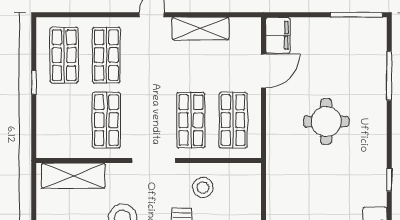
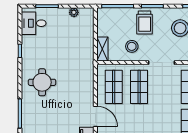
door: (263, 71) -> (95, 116), swing flipped
round table: (326, 122) -> (42, 82), moved
shelving: (252, 183) -> (102, 49), added

